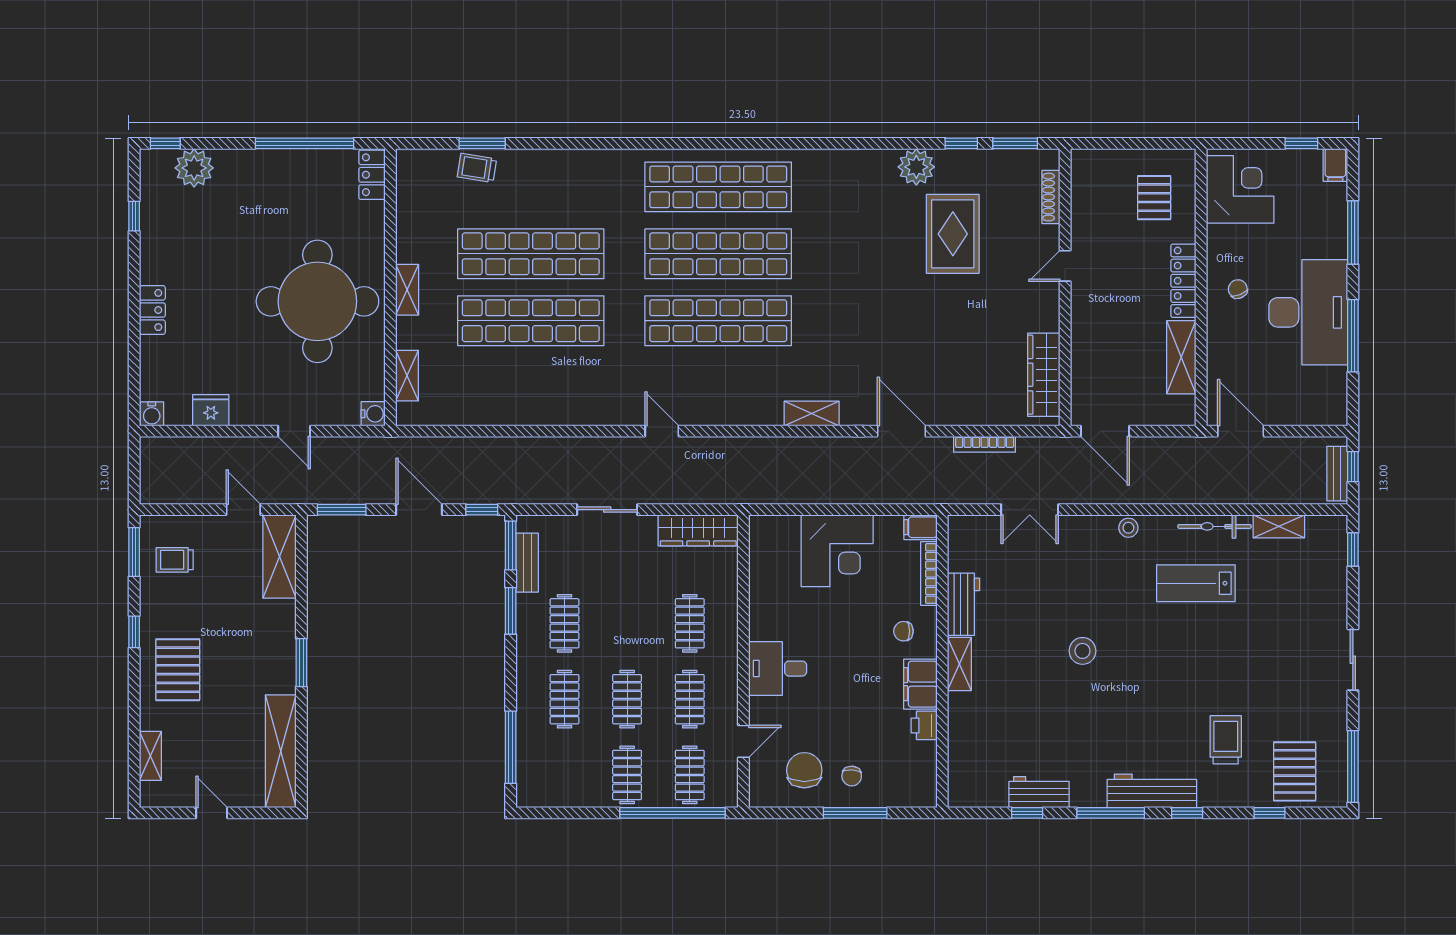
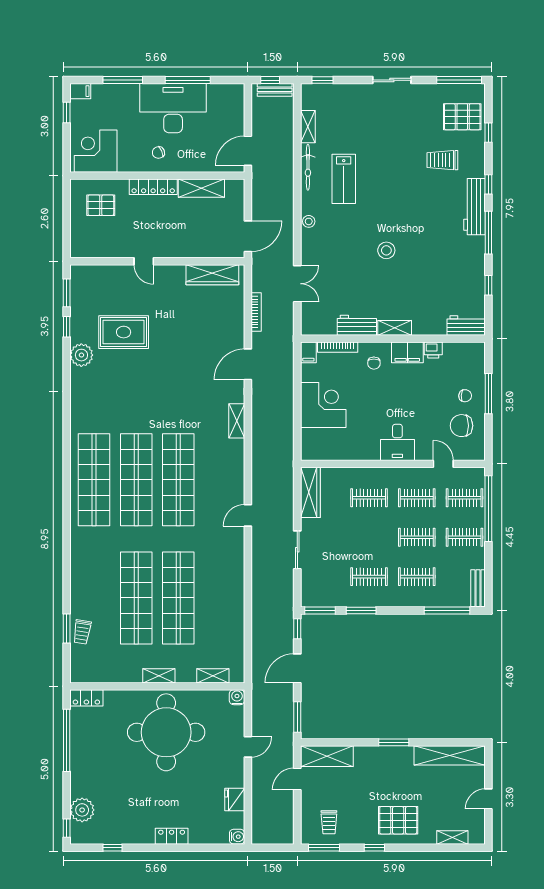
shoe rack: (1051, 197) -> (100, 270), removed
bench: (527, 563) -> (478, 588), moved, turned 90
workbench: (1039, 792) -> (466, 326), moved, turned 90

